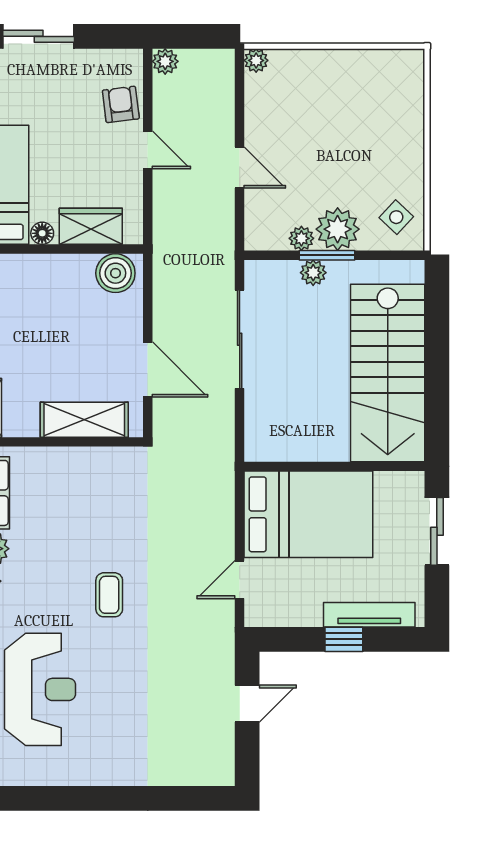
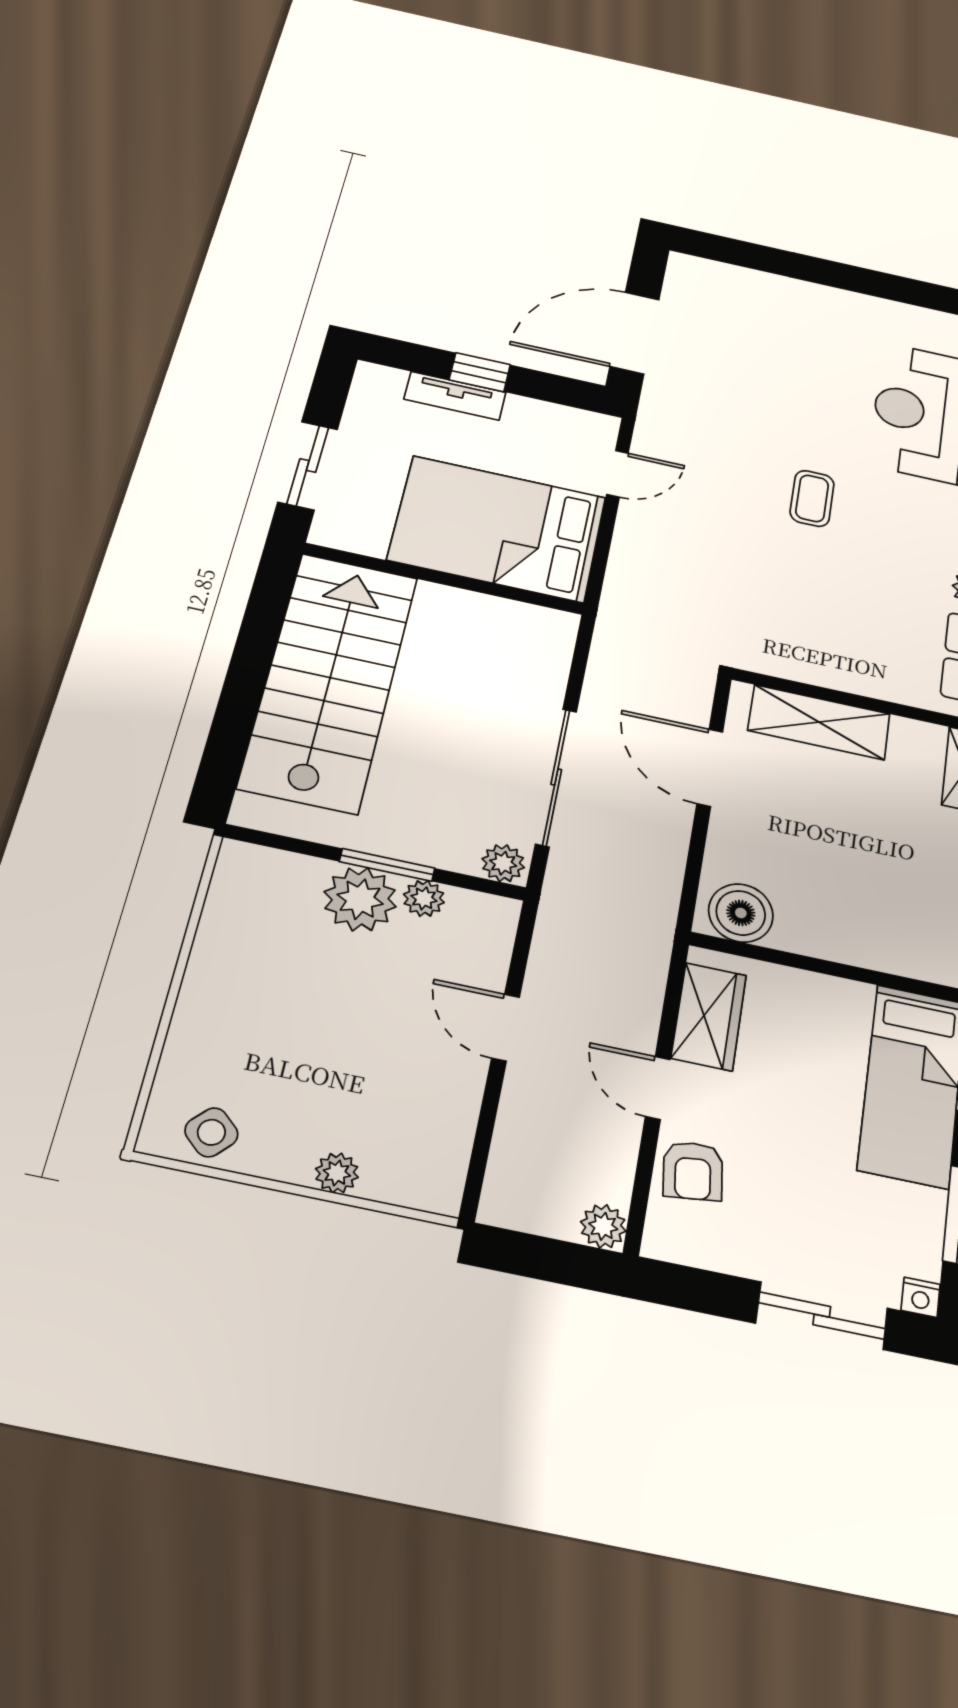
plant: (256, 60) -> (337, 1173), moved
side table: (396, 217) -> (211, 1132), moved
wardrobe: (91, 226) -> (709, 1017), moved, turned -90
floor lamp: (42, 233) -> (853, 997), removed
plant: (313, 273) -> (503, 863), moved
tv unit: (369, 615) -> (455, 396), width x0.71
door: (247, 704) -> (635, 333), width x1.88

